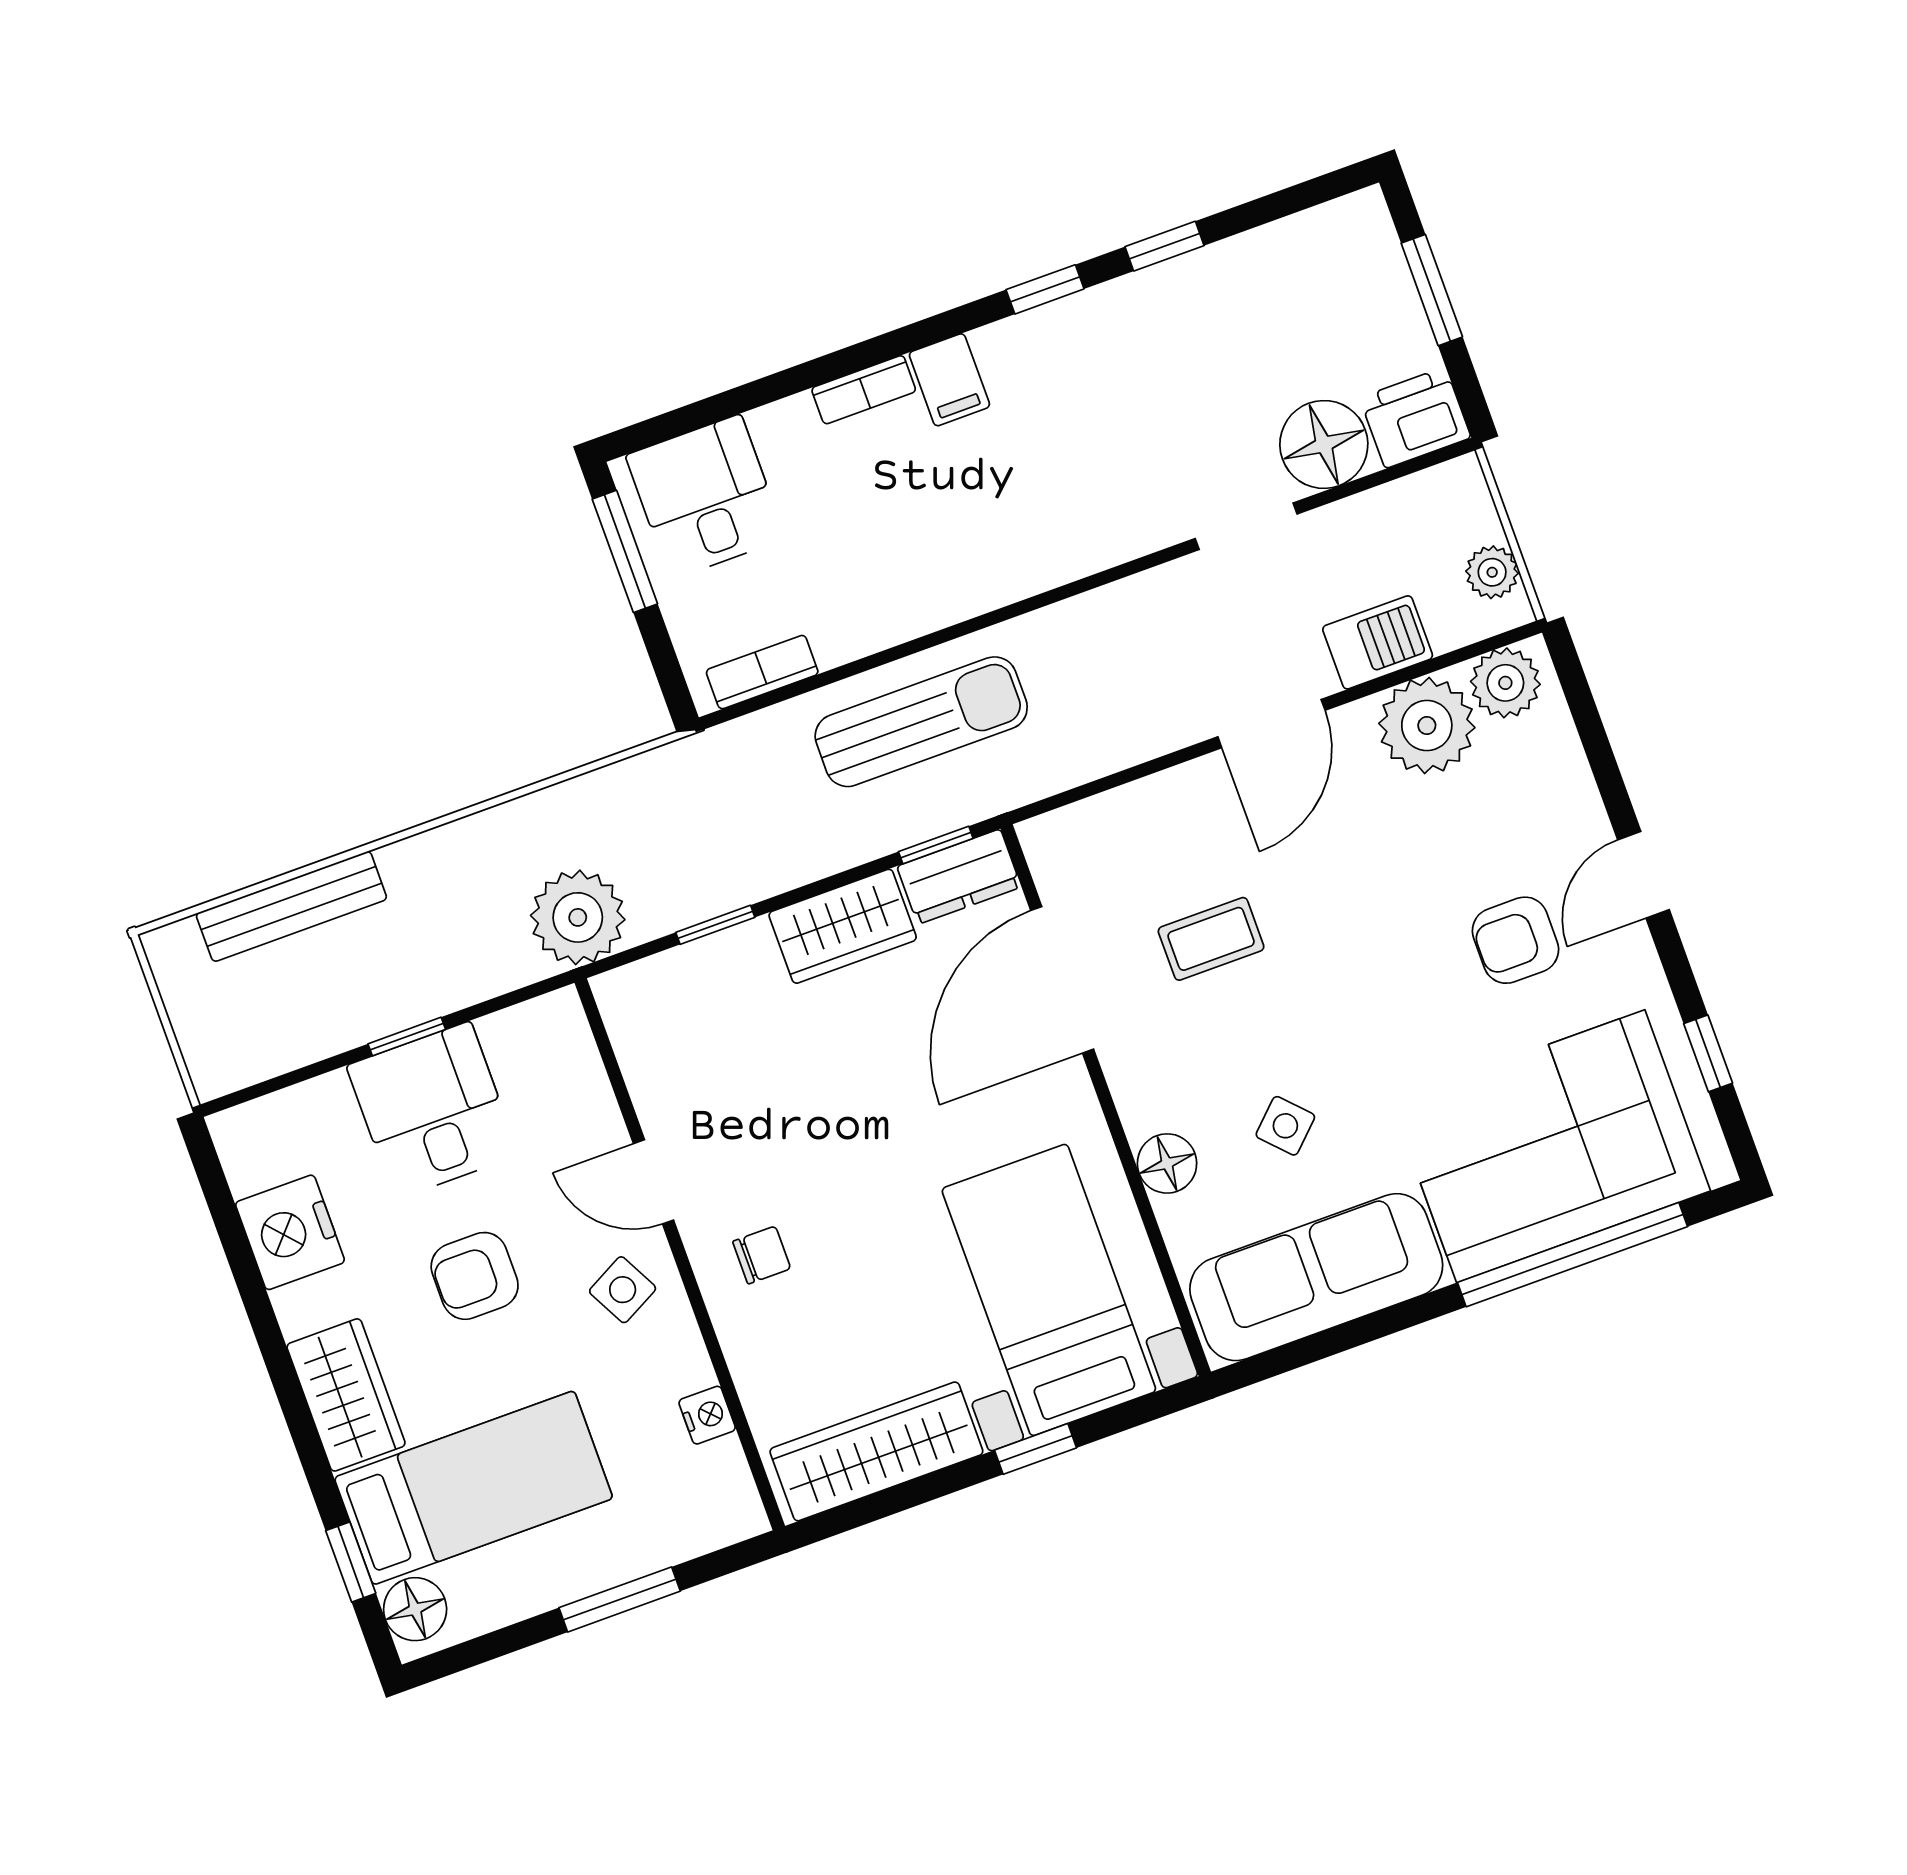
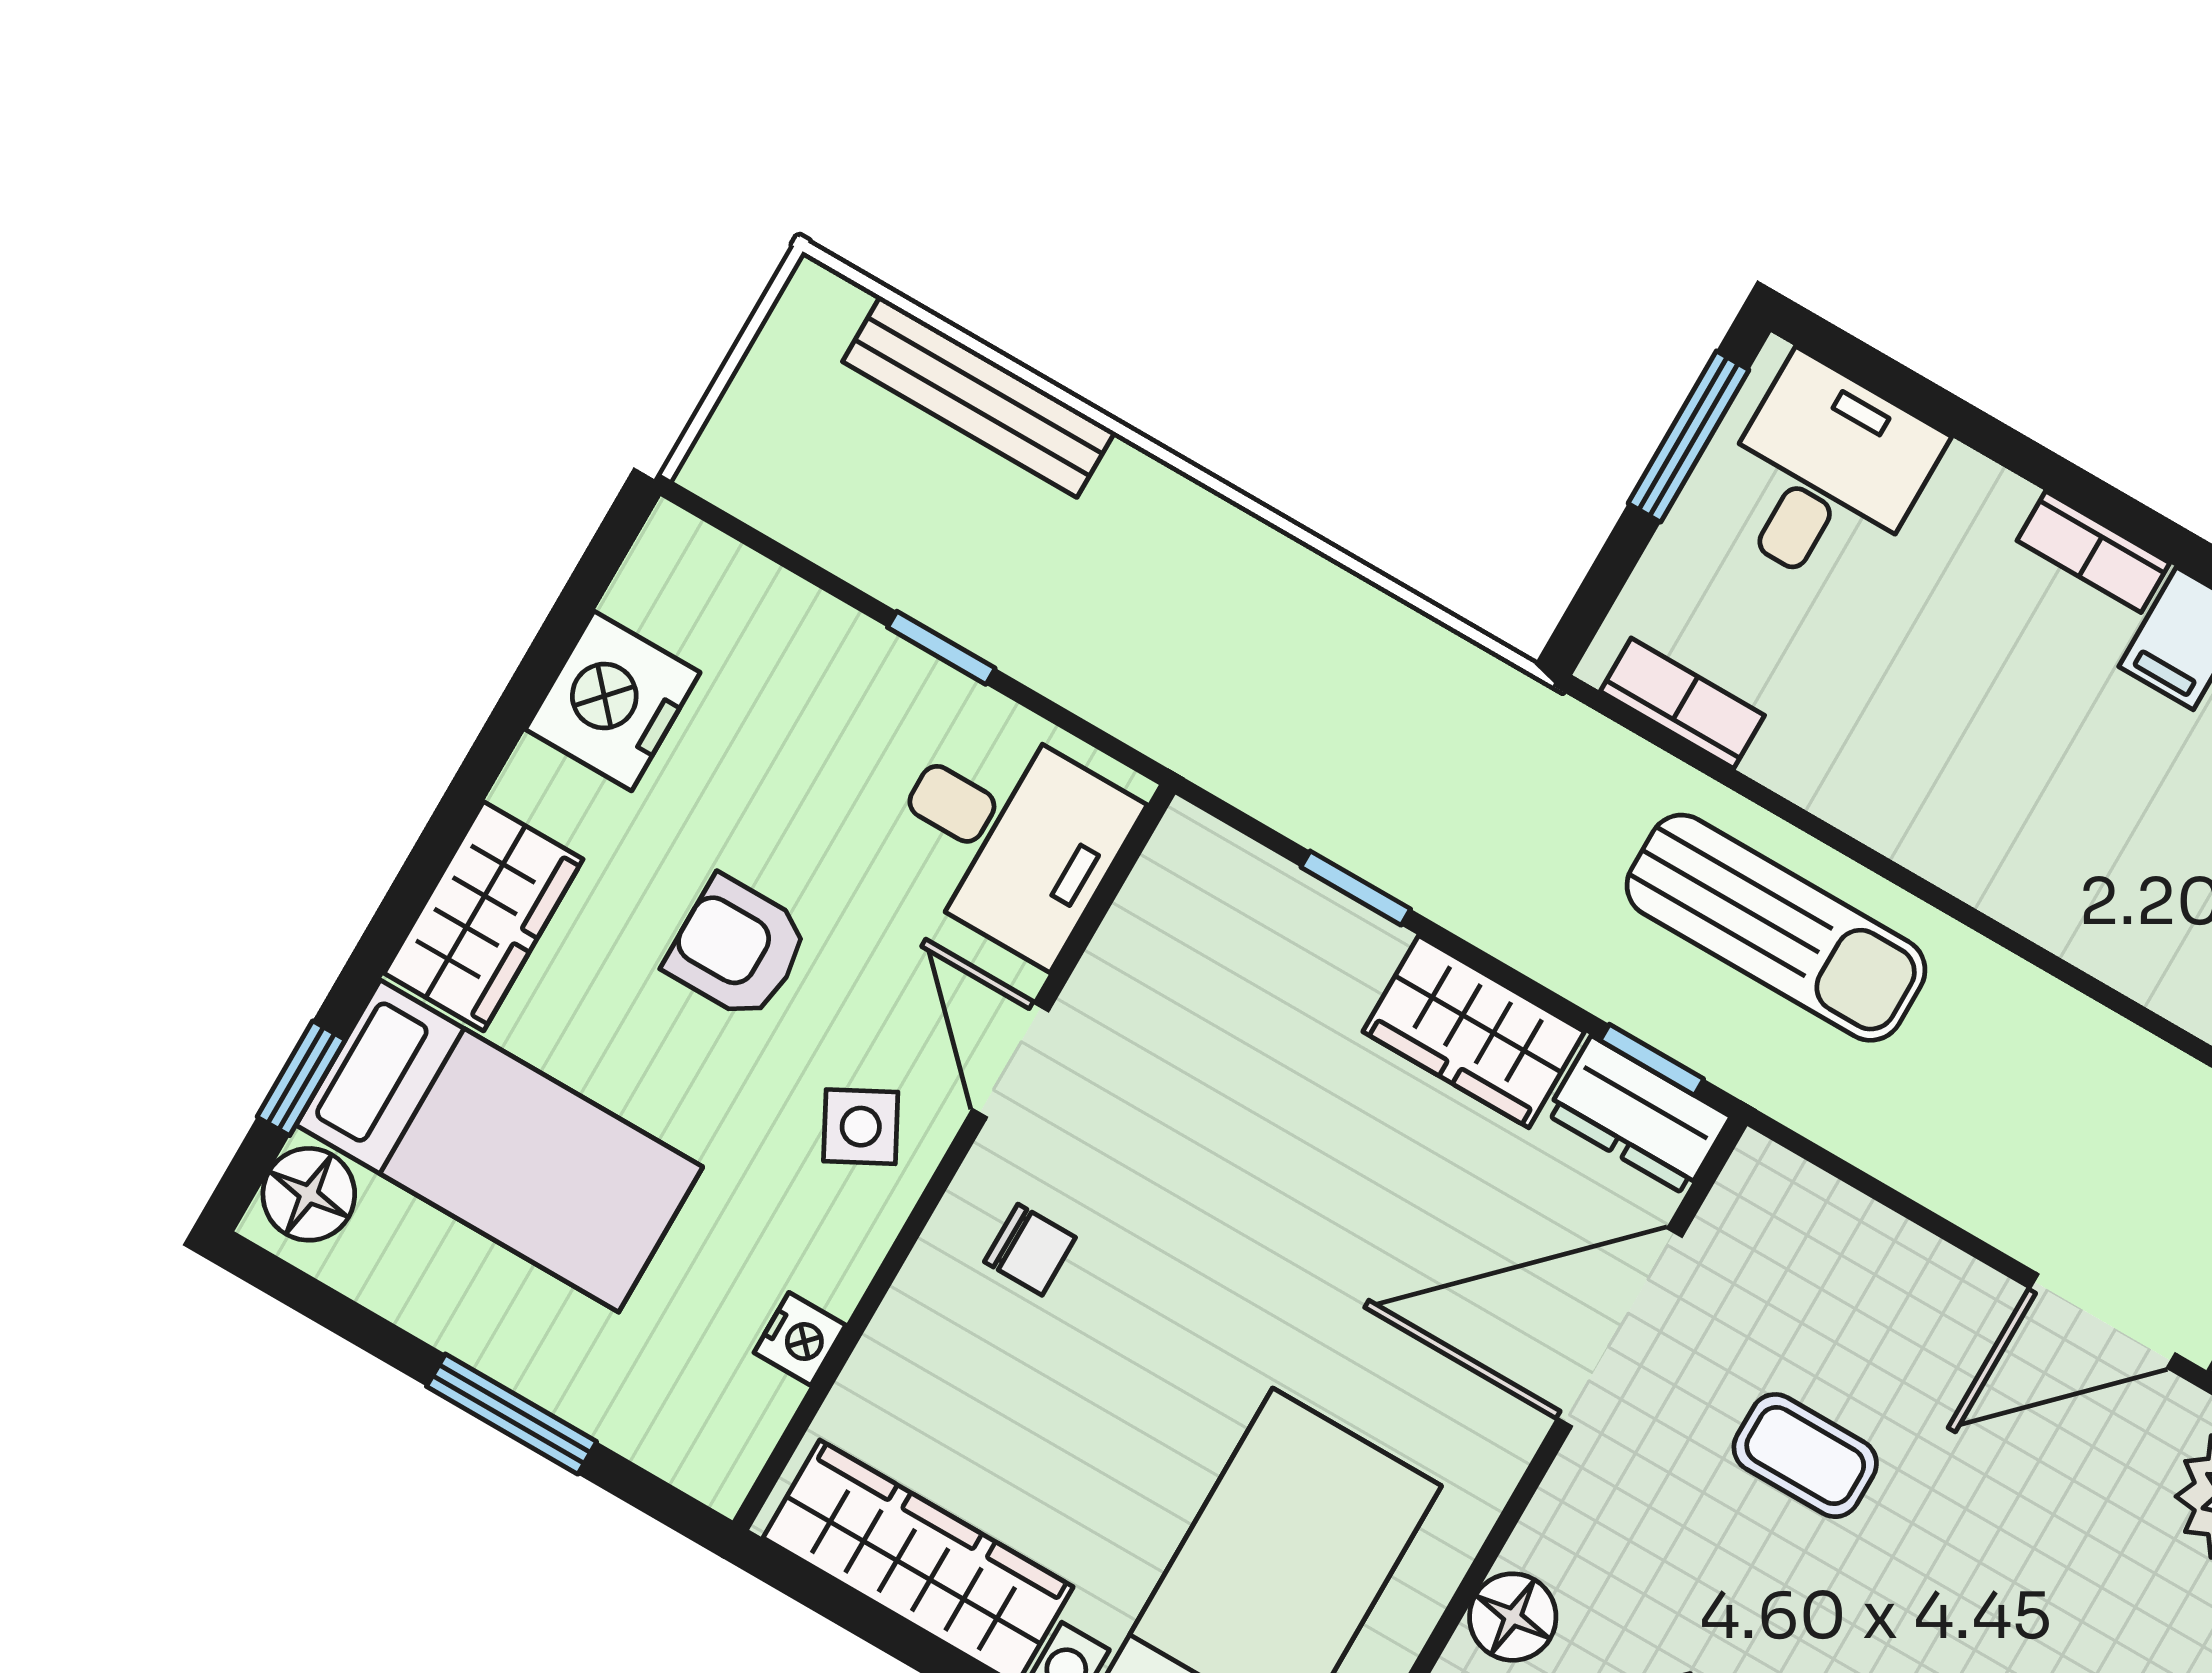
plant: (578, 917) -> (1235, 727), removed
desk: (433, 1110) -> (1008, 836), moved, turned 90

